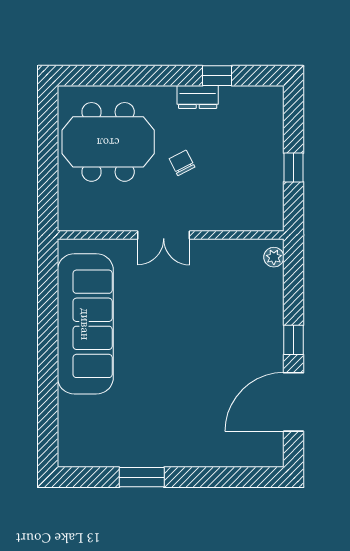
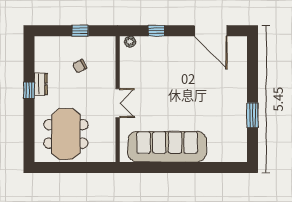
window: (217, 76) -> (29, 90), moved
chair: (182, 163) -> (80, 66), moved
window: (293, 340) -> (156, 31), moved

